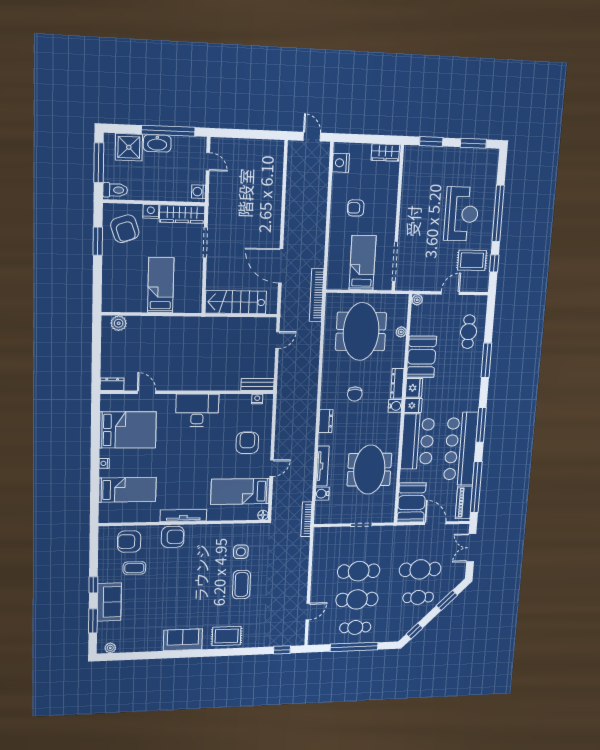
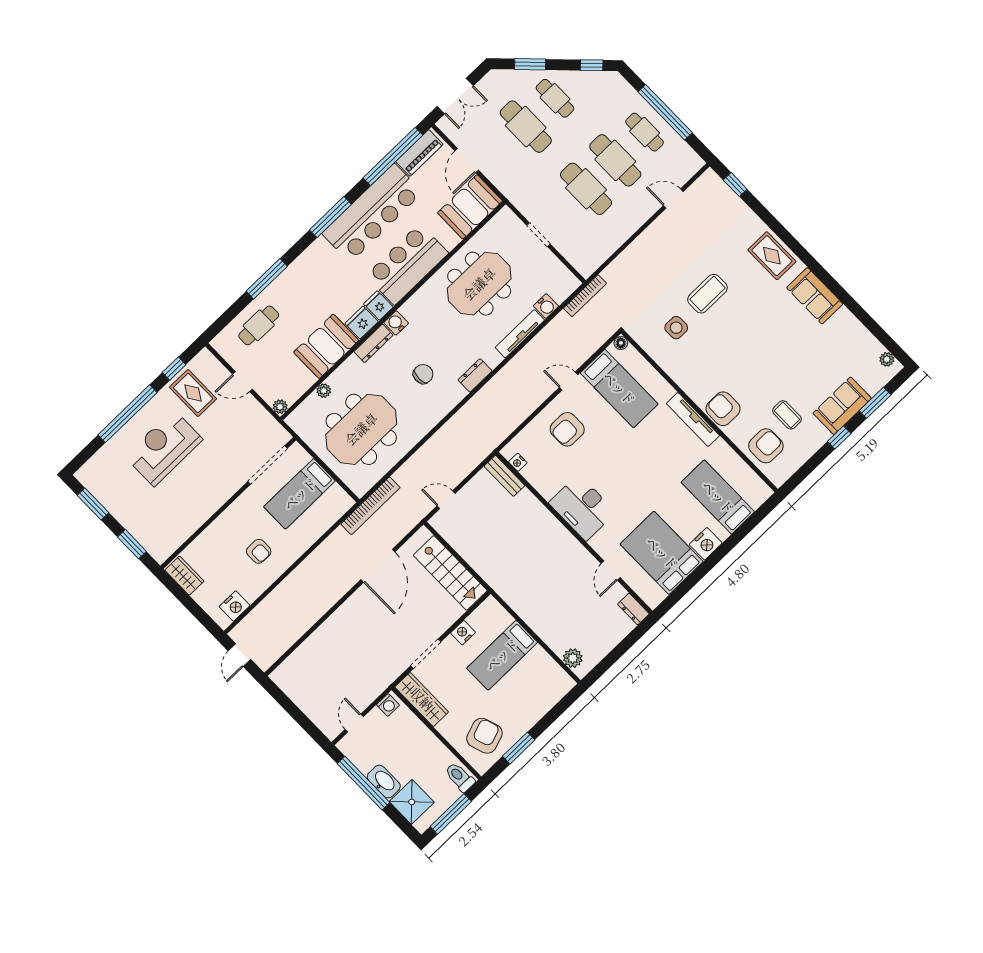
nightstand: (151, 211) -> (463, 633), moved, turned 90
nightstand: (104, 463) -> (706, 544), width x1.89, depth x1.79
armchair: (129, 542) -> (766, 446), turned -90

